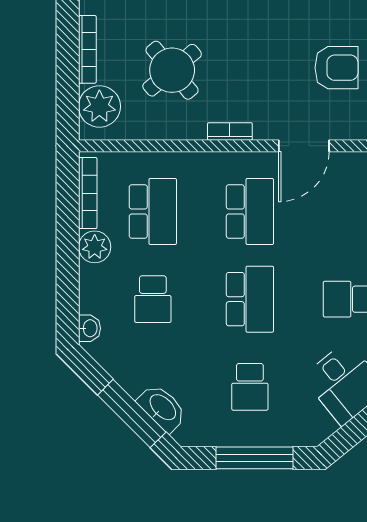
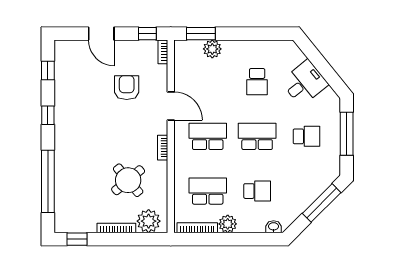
washbasin: (162, 408) -> (318, 186), removed

